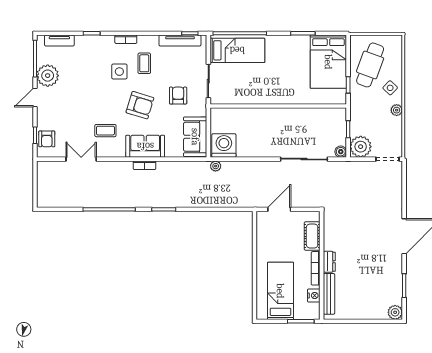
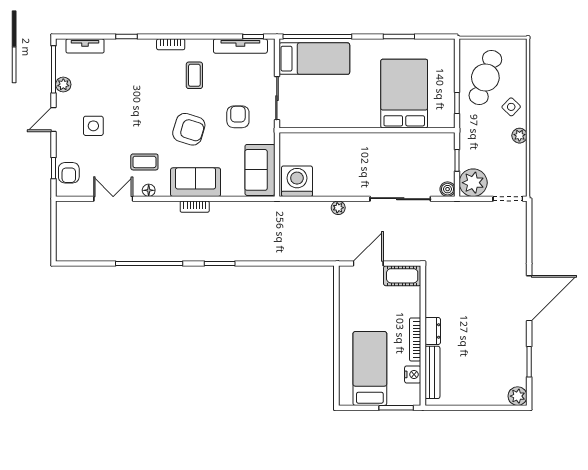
bed: (328, 62) -> (404, 94), moved, turned 180
side table: (119, 72) -> (93, 126), moved
plant: (48, 76) -> (63, 84), width x0.53, depth x0.53
floor lamp: (109, 153) -> (149, 190), added
plant: (216, 166) -> (338, 208), moved
cot: (312, 236) -> (402, 276), moved, turned 90

